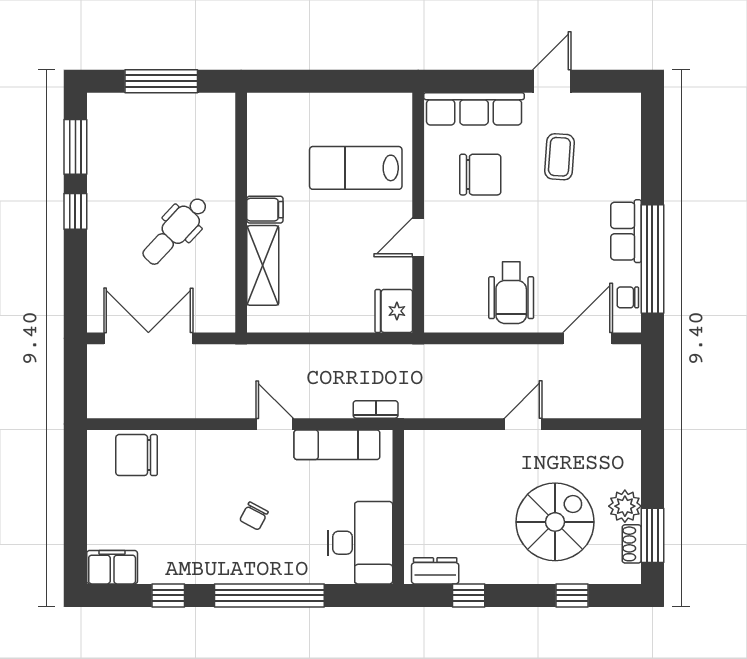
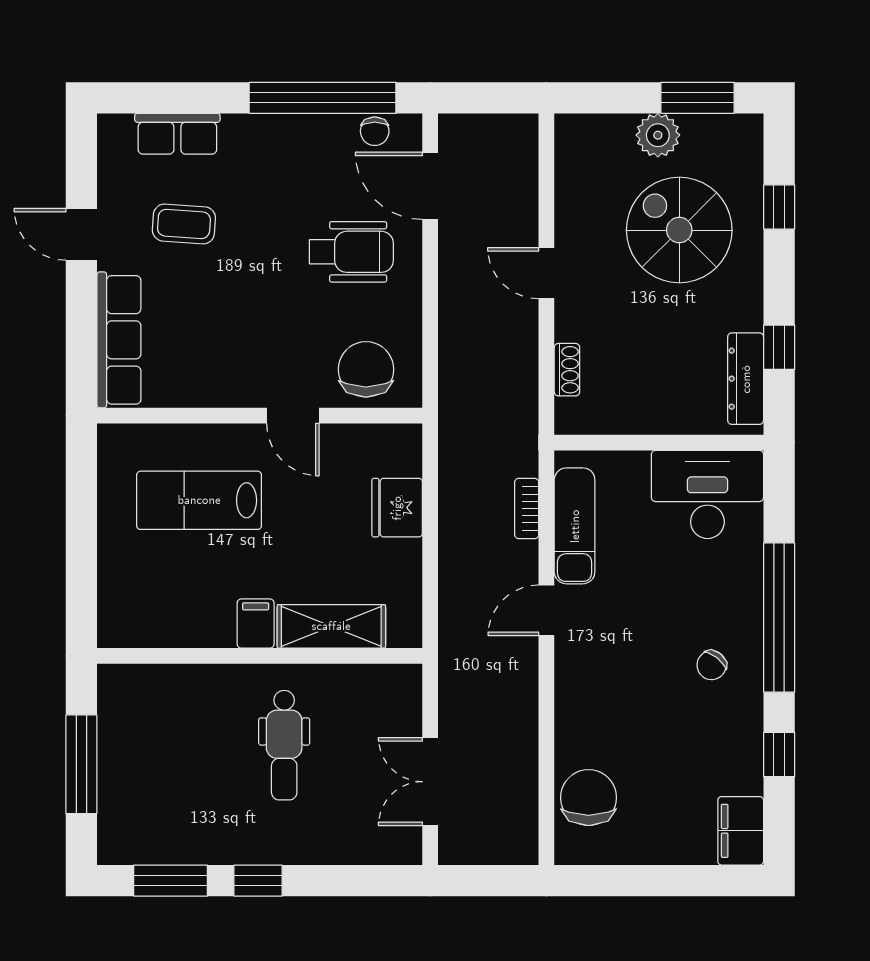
lab bench: (356, 168) -> (199, 500), turned 90
chair: (480, 175) -> (366, 369), moved
dental chair: (175, 231) -> (284, 745), turned 47
row of seats: (626, 231) -> (177, 134), moved
wheelchair: (511, 293) -> (351, 252), moved
fridge: (394, 311) -> (397, 508), moved, turned 90
double door: (148, 338) -> (430, 782), width x0.73
bookcase: (376, 409) -> (527, 508), moved
chair: (137, 455) -> (589, 798), turned 180
chair: (254, 516) -> (712, 665), moved, turned 101
shoe rack: (632, 544) -> (567, 370), moved, turned -90
dresser: (435, 571) -> (746, 379), width x1.44

